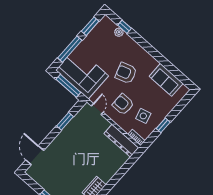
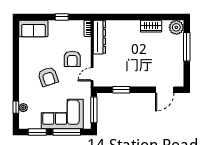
corner sofa: (82, 73) -> (62, 114), moved, turned 90
sofa: (166, 80) -> (33, 28), moved, turned 90
side table: (143, 116) -> (68, 37), removed

